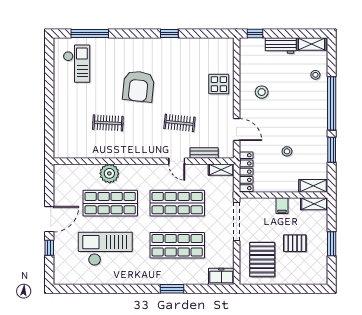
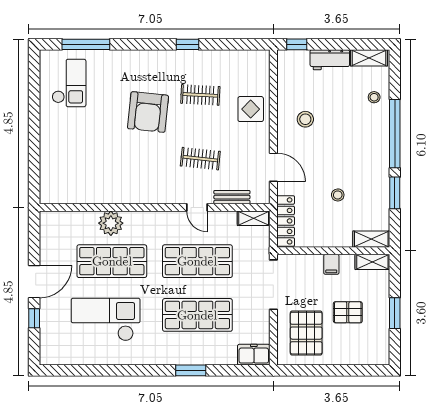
clothes rail: (108, 123) -> (200, 95), moved

